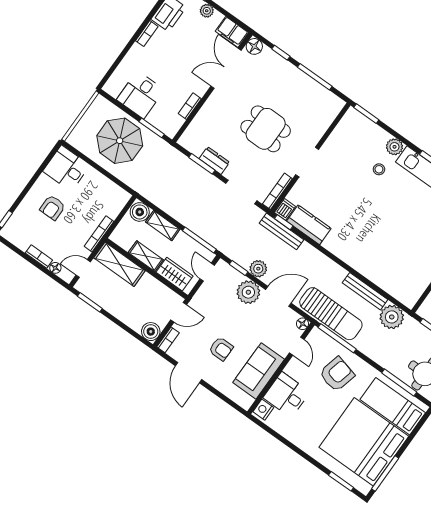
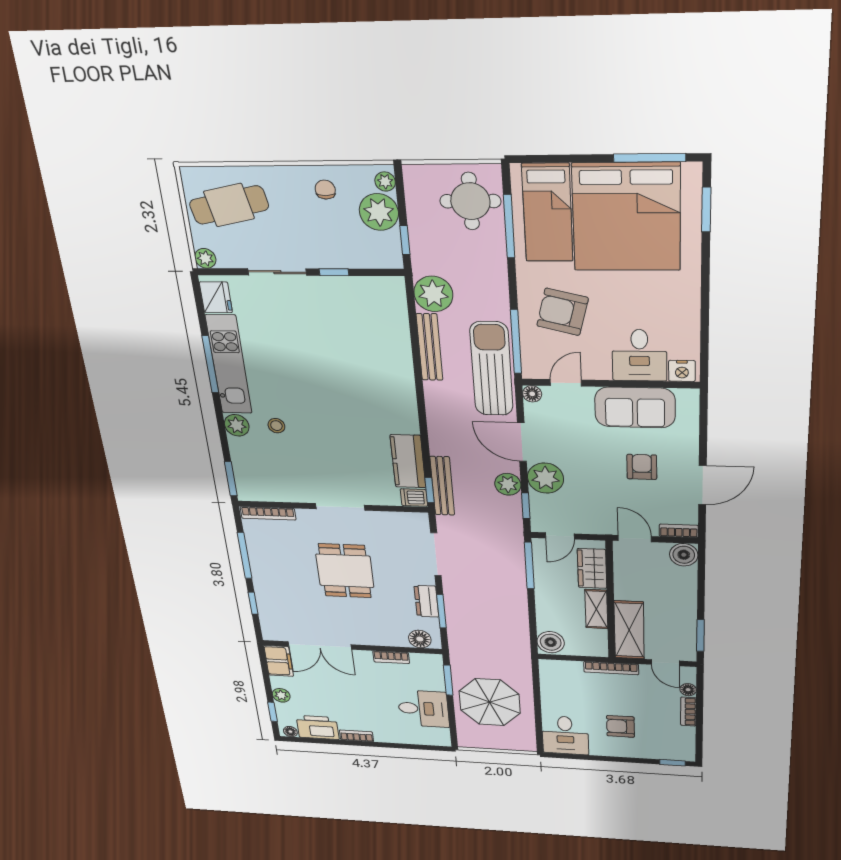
floor lamp: (254, 46) -> (420, 639), moved
bookcase: (277, 191) -> (268, 513), moved
armchair: (53, 208) -> (620, 726), turned 180
shelving: (163, 226) -> (546, 611), removed

